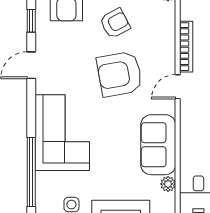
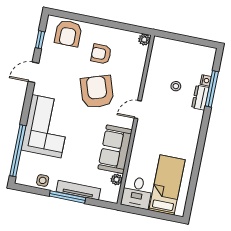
armchair: (115, 23) -> (101, 54), turned -152
bookcase: (186, 47) -> (150, 81), removed
armchair: (120, 74) -> (97, 92), turned 82

